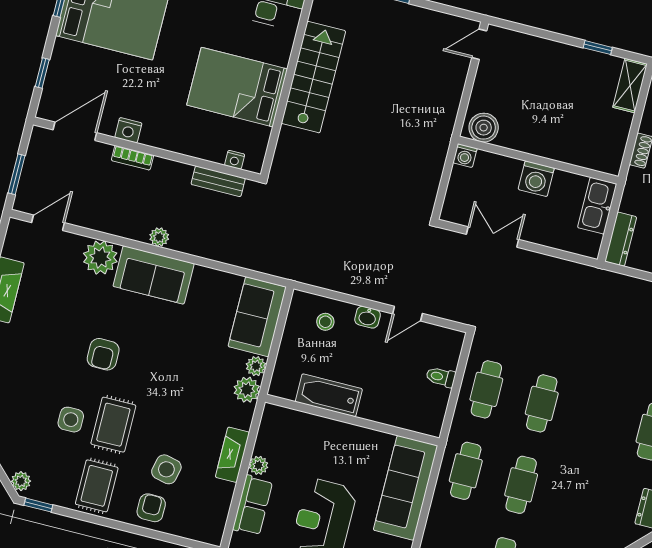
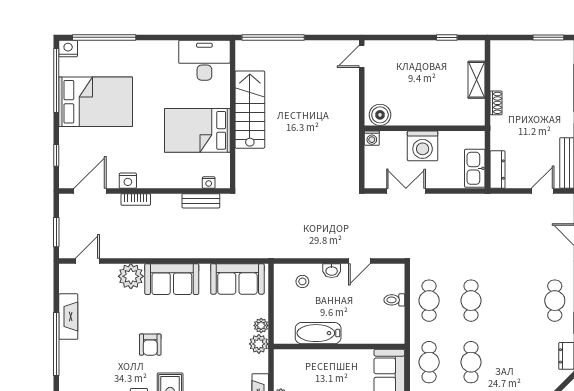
shelving: (630, 86) -> (477, 80), moved
washing machine: (536, 179) -> (423, 146), width x1.37, depth x1.37
kitchen sink: (597, 206) -> (475, 168), moved
plant: (159, 237) -> (169, 251), removed
sofa: (257, 317) -> (237, 279), moved, turned -90

